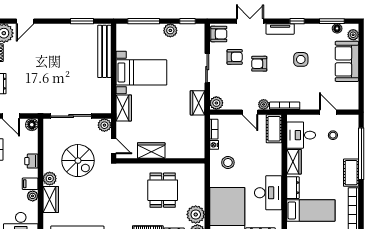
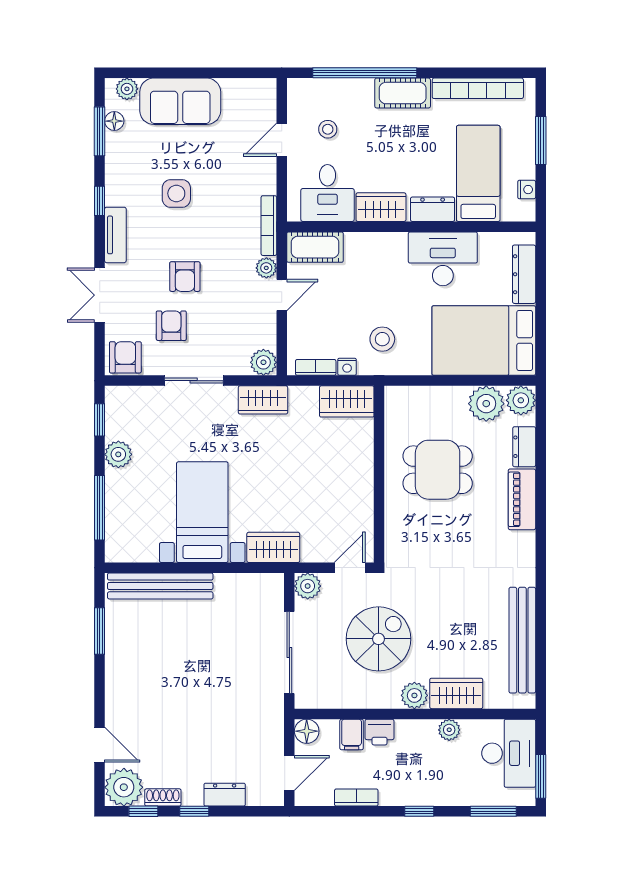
wardrobe: (151, 150) -> (347, 401), moved, turned -90
filing cabinet: (30, 184) -> (352, 734), moved

